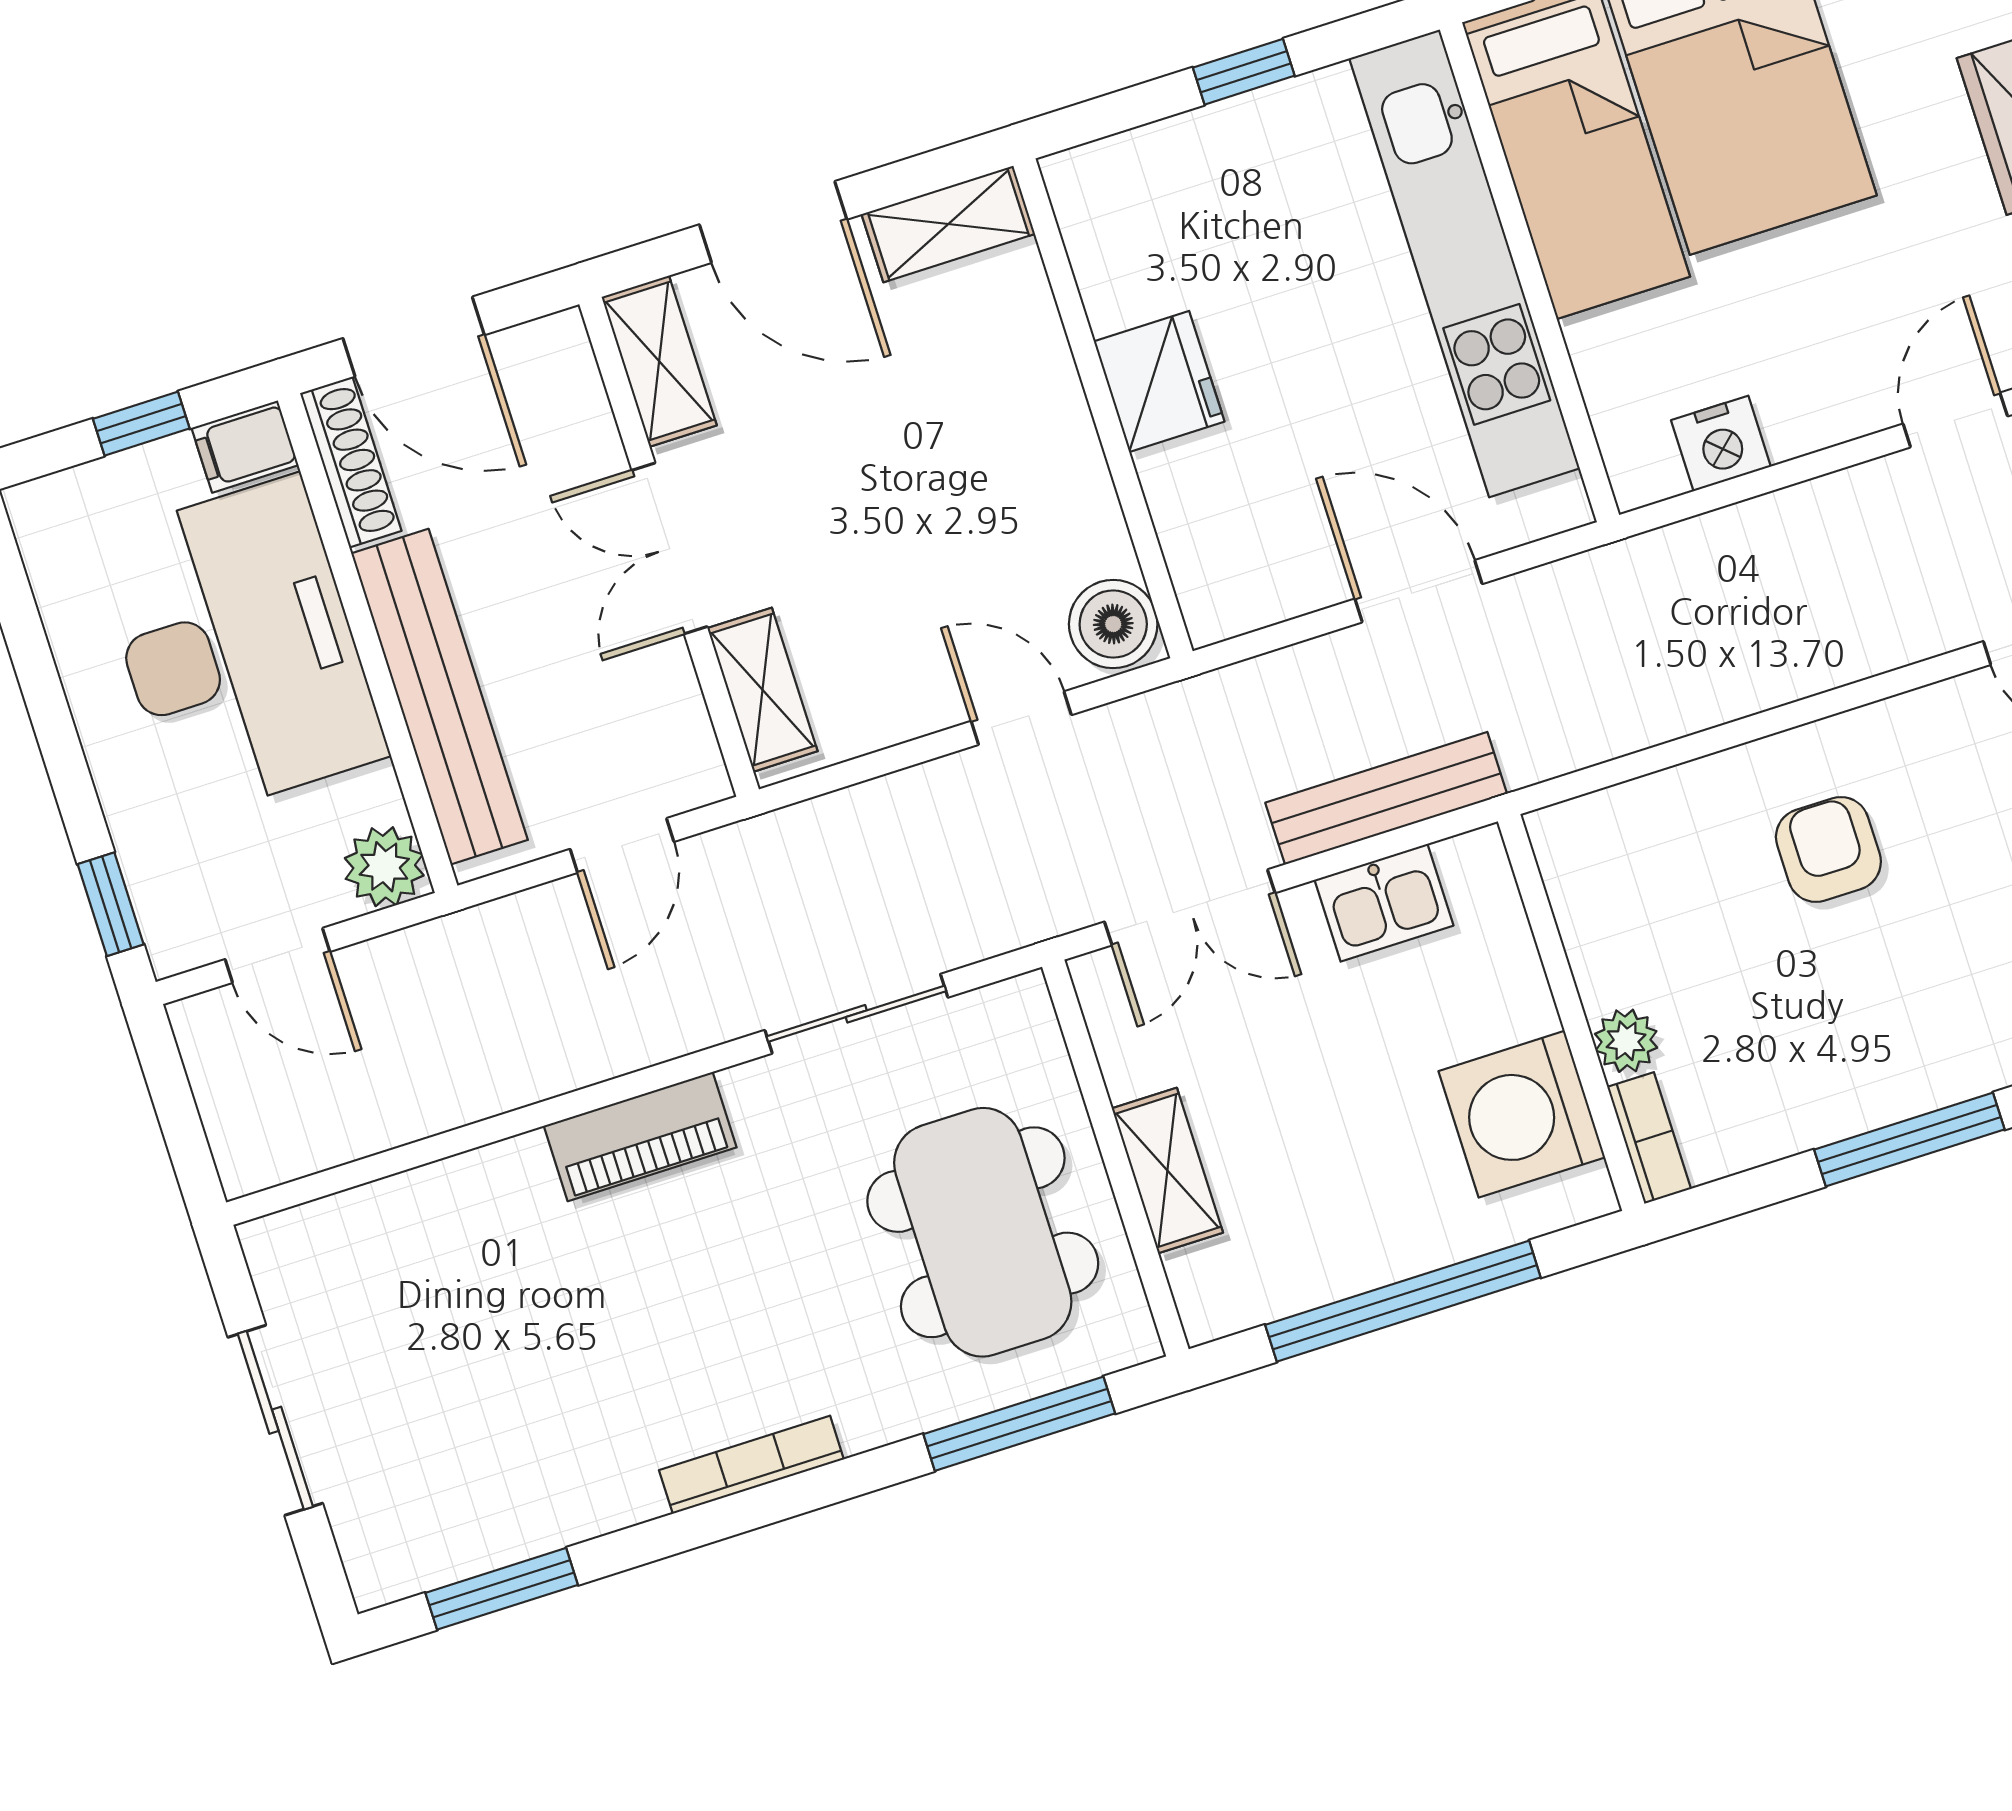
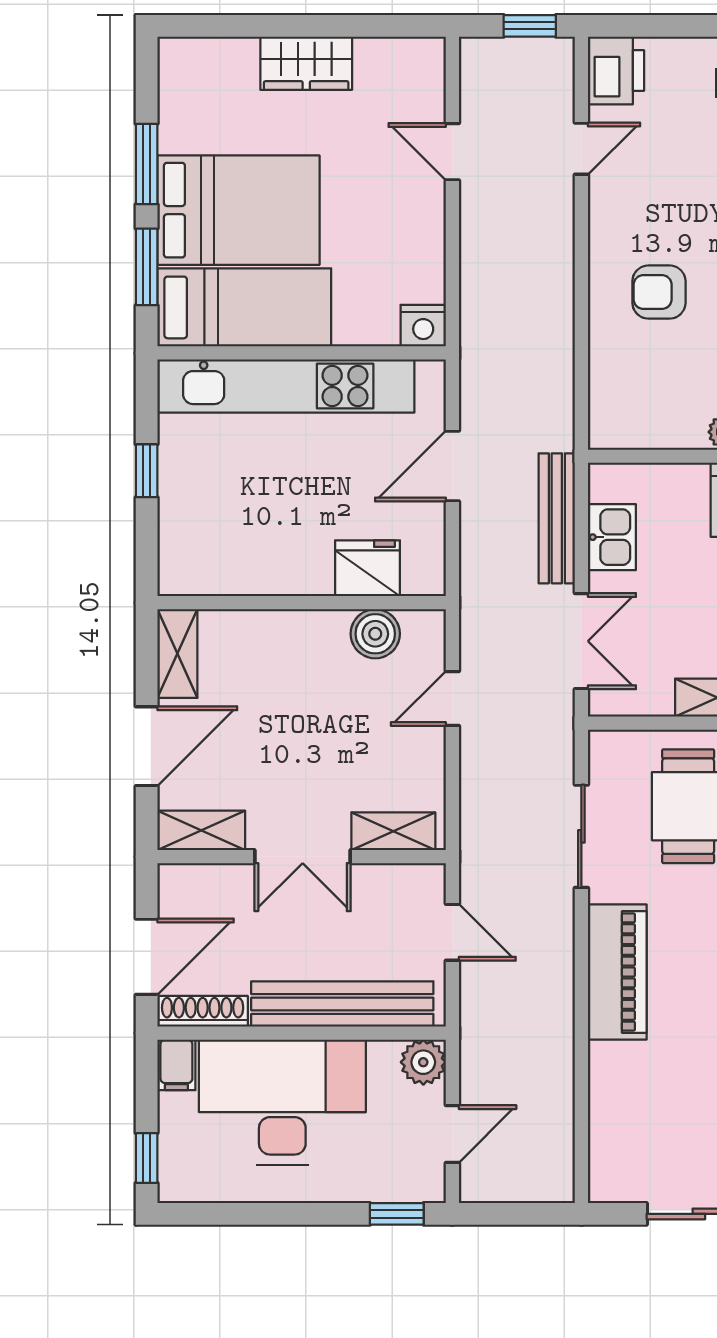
fridge: (1159, 382) -> (368, 568), moved
window: (141, 424) -> (147, 1158), moved
nightstand: (1721, 443) -> (423, 326), moved, turned 90
boiler: (1113, 624) -> (375, 634), moved
piano: (640, 1137) -> (617, 972), width x1.37, depth x1.33

